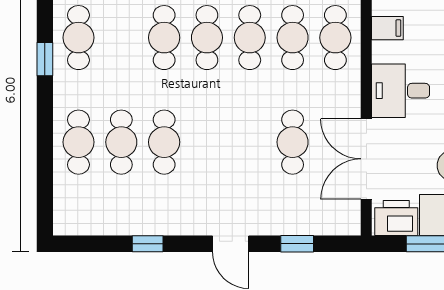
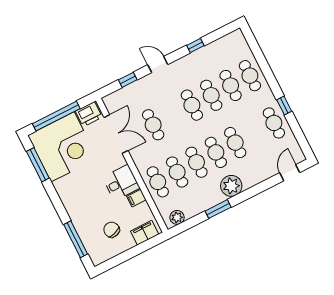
desk: (401, 91) -> (121, 183), moved
cafe table: (207, 142) -> (192, 105), added

